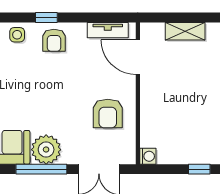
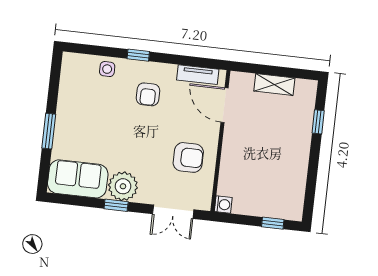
armchair: (54, 40) -> (148, 94), moved
armchair: (108, 113) -> (188, 157), turned -90
window: (41, 169) -> (116, 205), width x0.46

